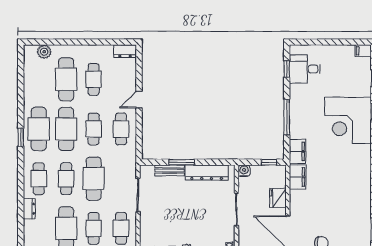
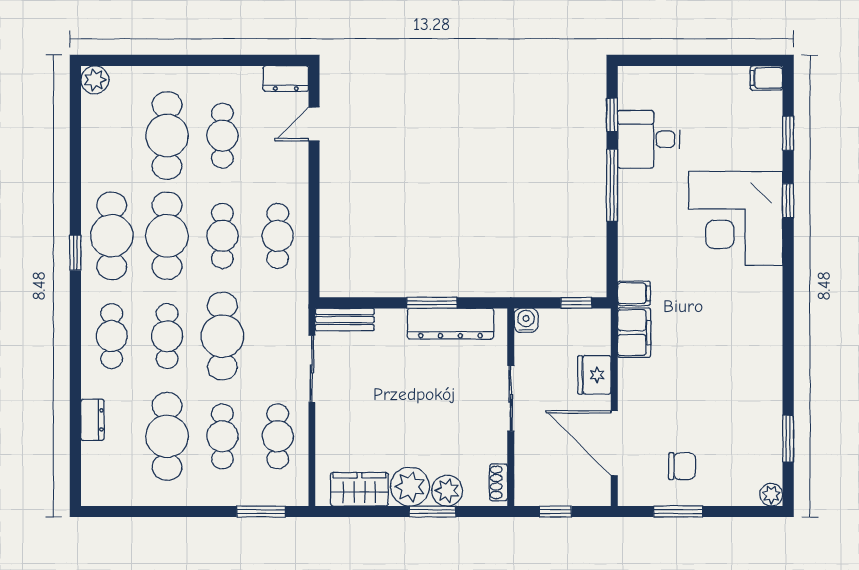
plant: (44, 52) -> (95, 80), moved
desk: (305, 69) -> (649, 139), moved
door: (139, 100) -> (314, 124), moved
window: (287, 117) -> (612, 185), moved
filing cabinet: (298, 151) -> (634, 293), width x0.50
window: (181, 162) -> (432, 303), moved
bench: (170, 170) -> (345, 320), moved
dresser: (29, 209) -> (92, 420), moved

